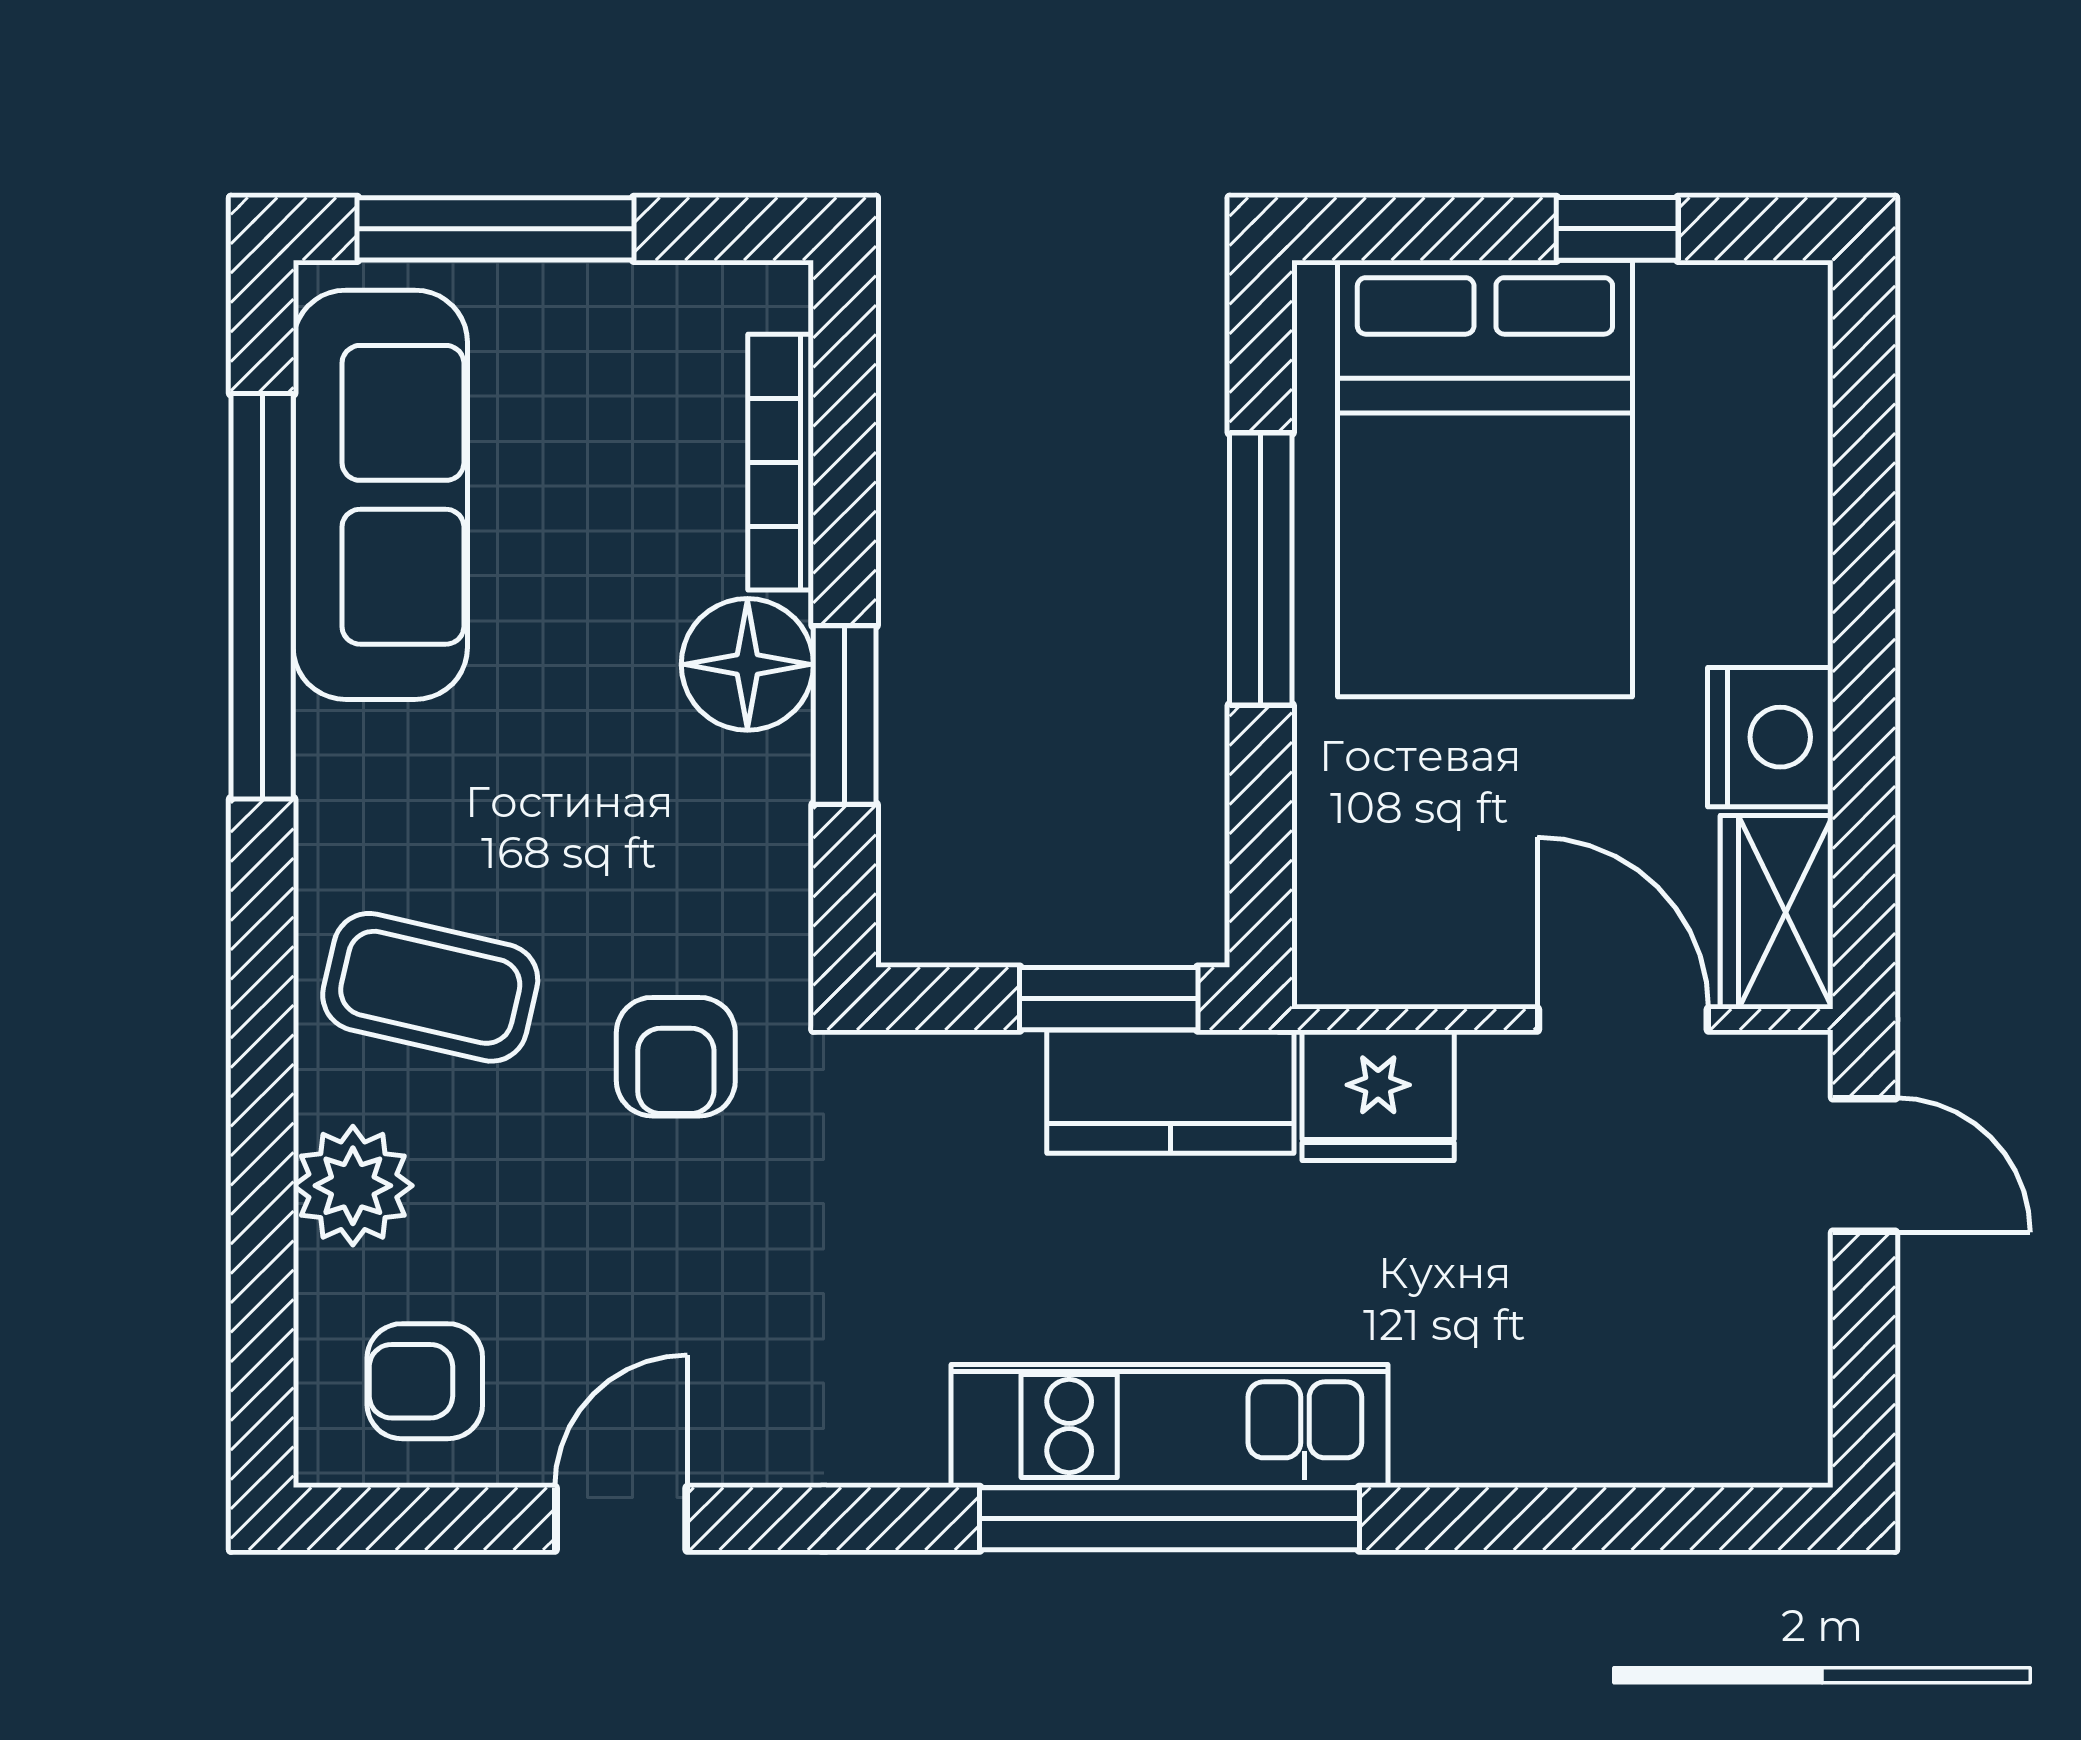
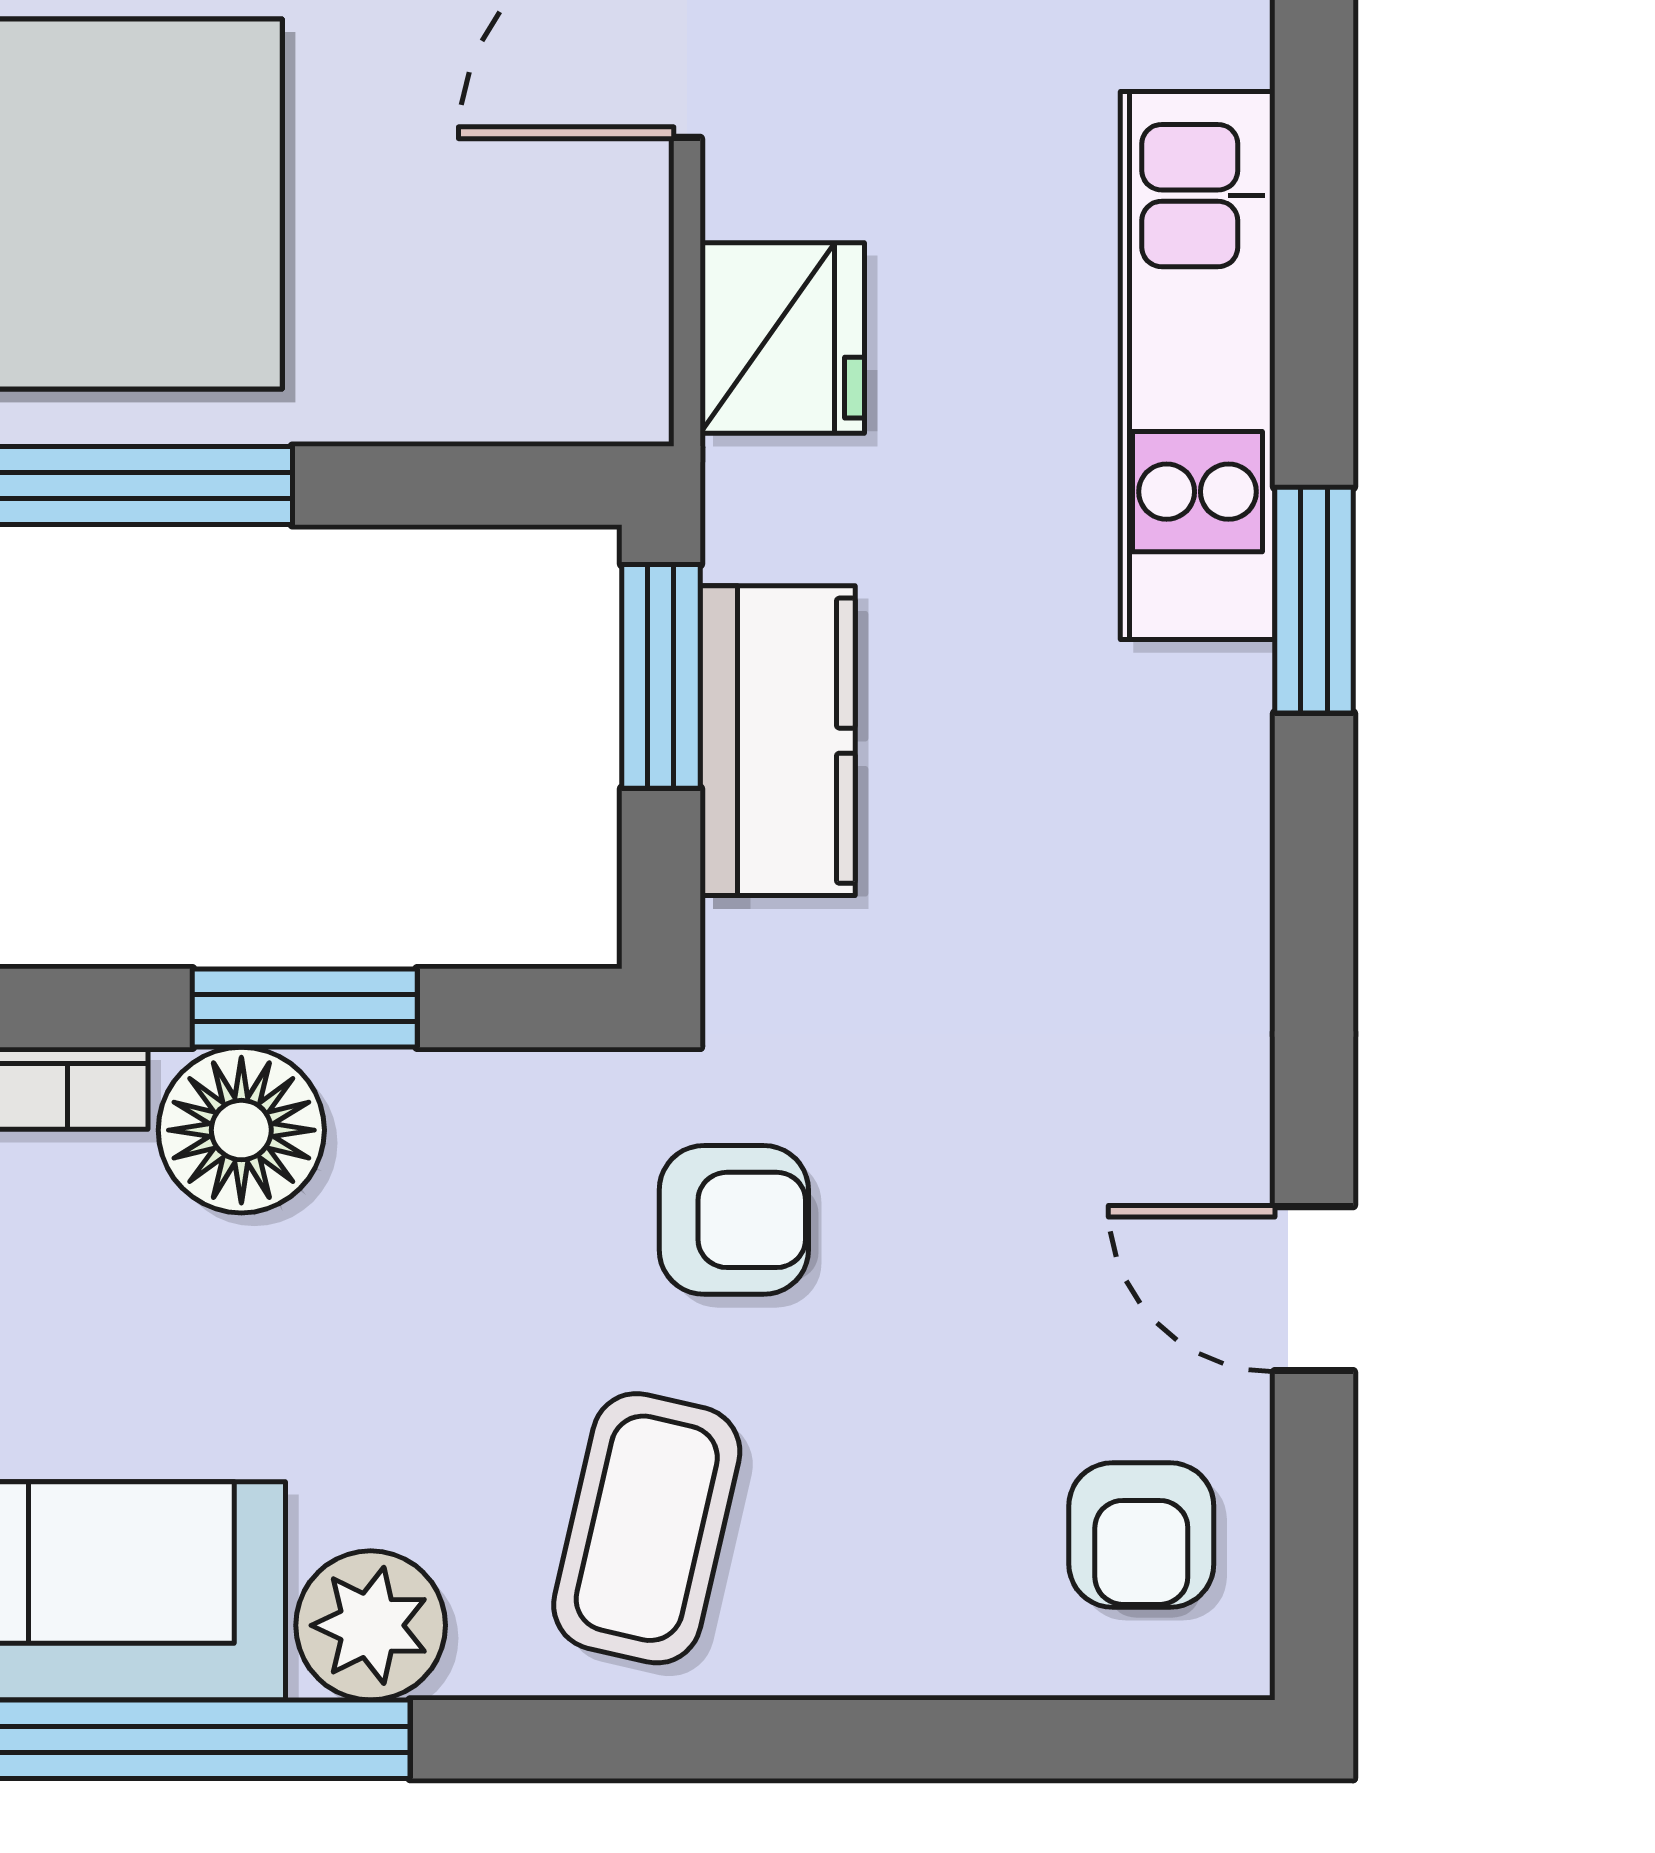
kitchen counter: (1170, 1092) -> (778, 741), moved
plant: (353, 1186) -> (371, 1625), moved
kitchen unit: (1170, 1426) -> (1198, 366), moved
window: (1170, 1519) -> (1314, 600), width x0.47

